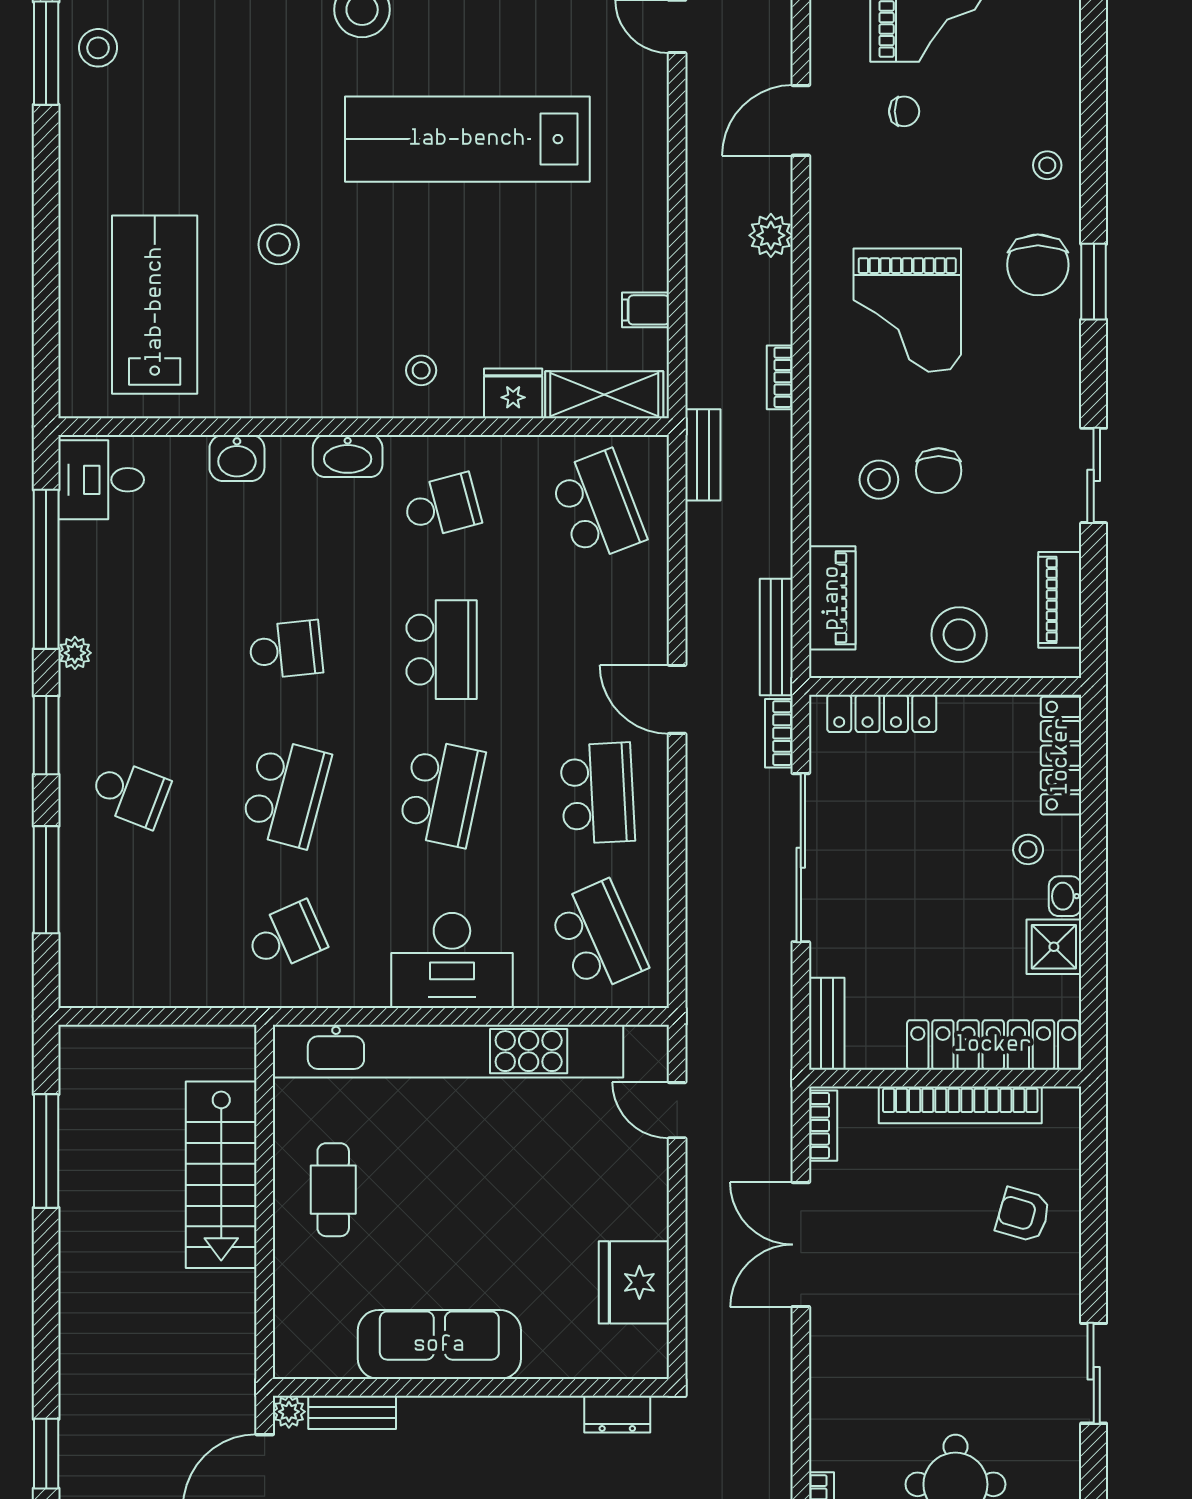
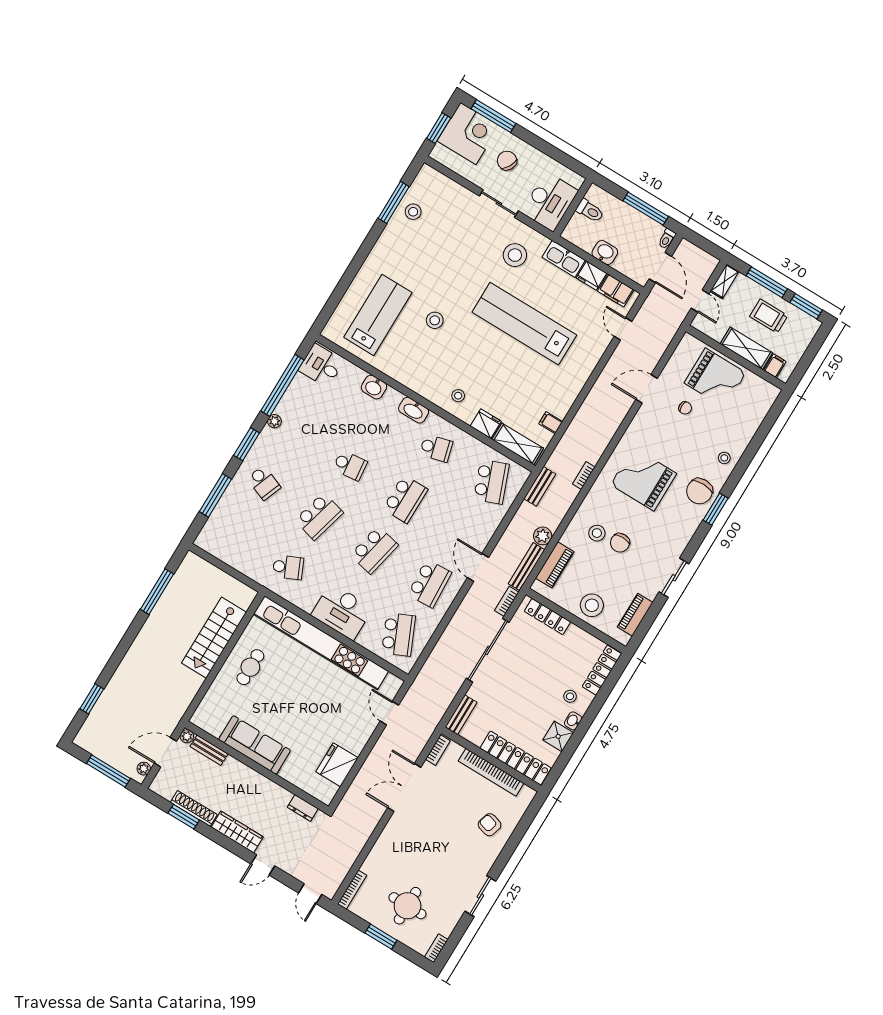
plant: (771, 235) -> (543, 536), moved
grand piano: (907, 310) -> (643, 479), turned 90

